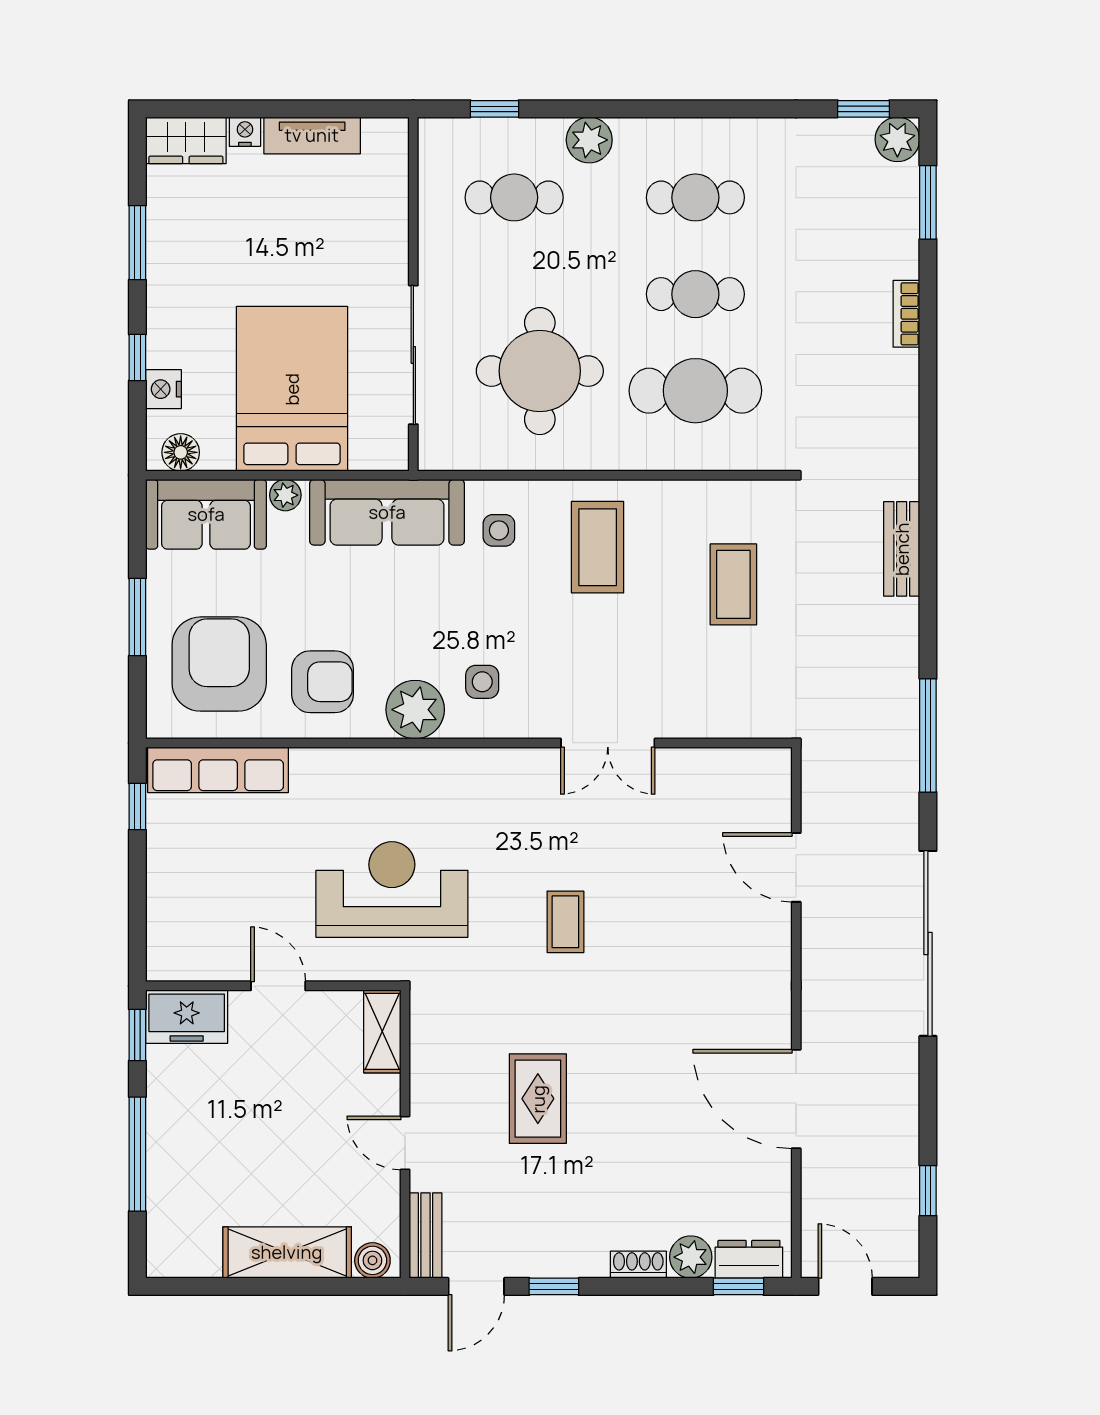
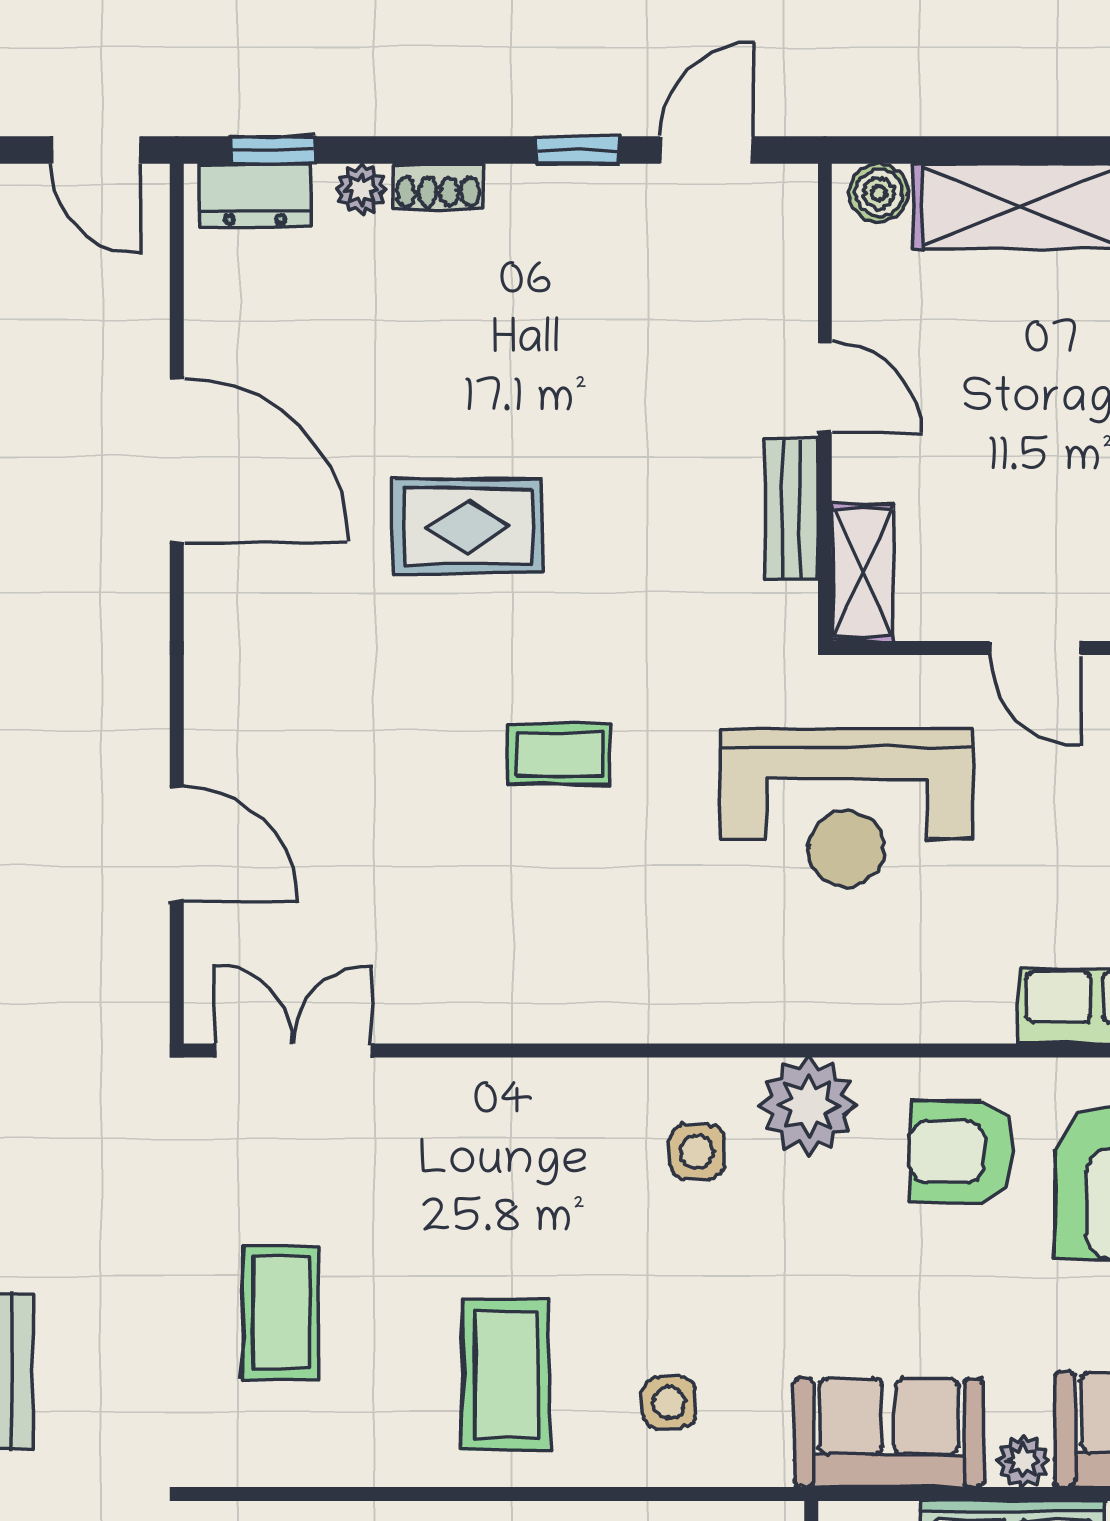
sofa: (387, 512) -> (889, 1433), width x0.73
double door: (608, 743) -> (293, 1050), moved
coffee table: (565, 922) -> (559, 754), turned 90
rug: (538, 1099) -> (468, 527), moved, turned 90
bench: (425, 1235) -> (791, 509), moved
plant: (691, 1257) -> (361, 189), width x0.73, depth x0.73

